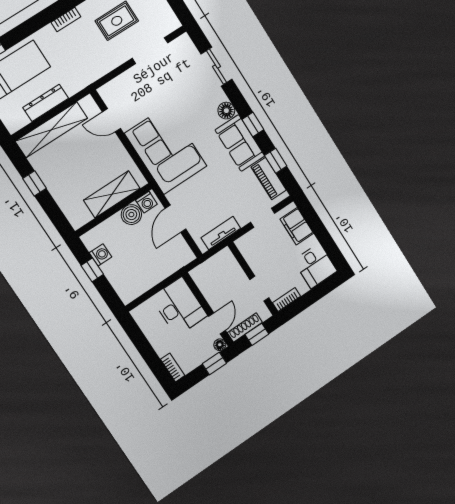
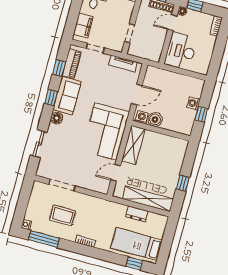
dresser: (46, 103) -> (137, 214), width x0.70
door: (111, 120) -> (116, 173), swing flipped
shelving: (112, 194) -> (133, 145), moved, turned 90
washing machine: (101, 255) -> (193, 103), moved
doorway: (259, 289) -> (130, 33), moved

